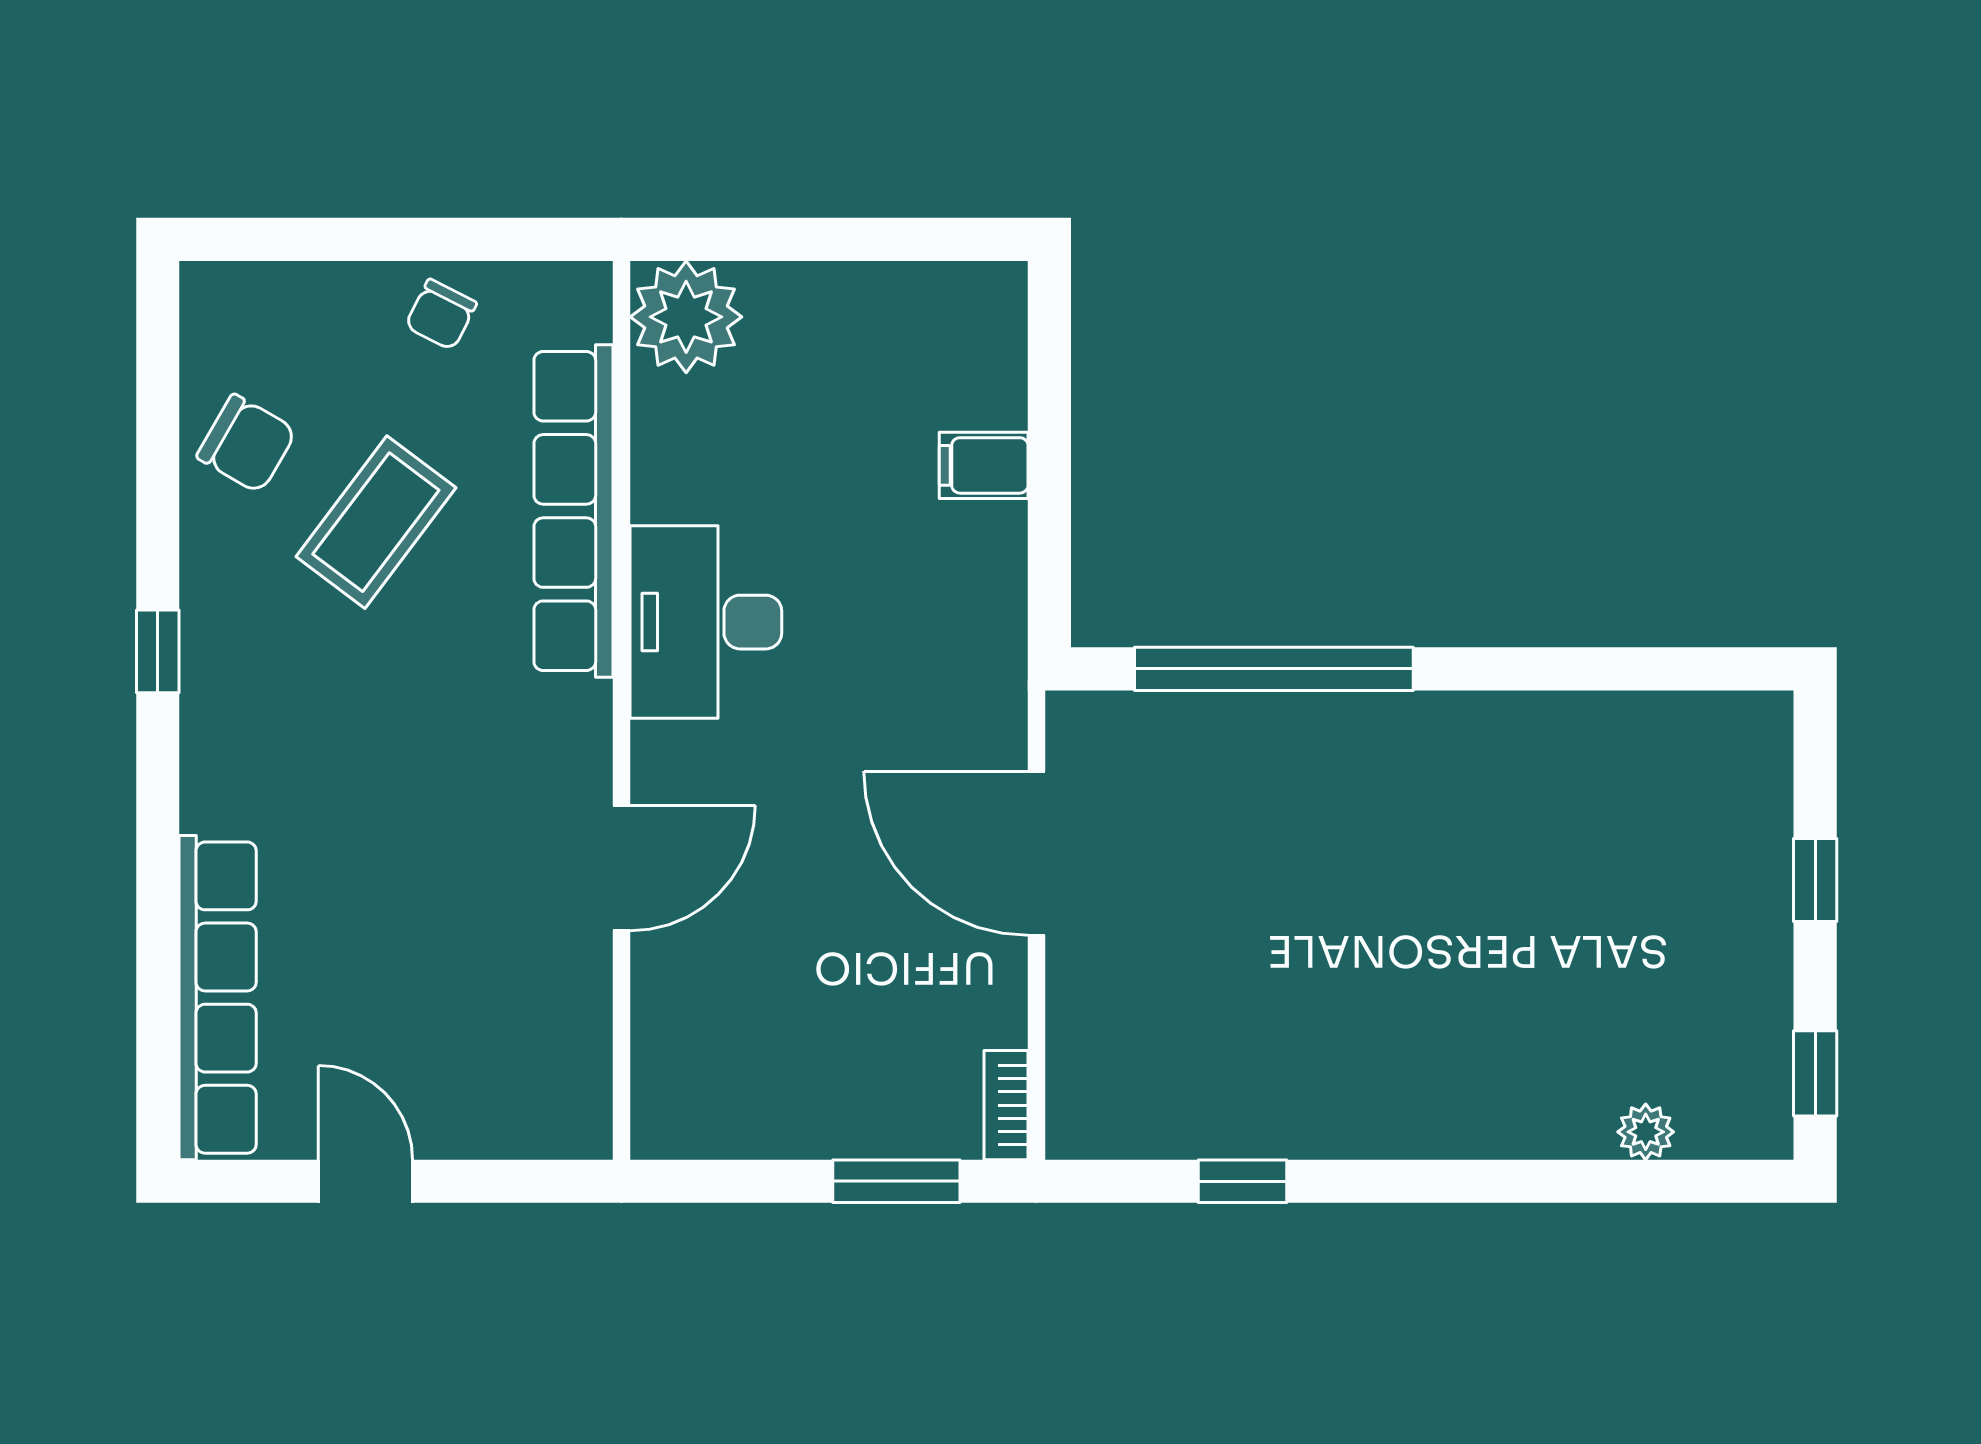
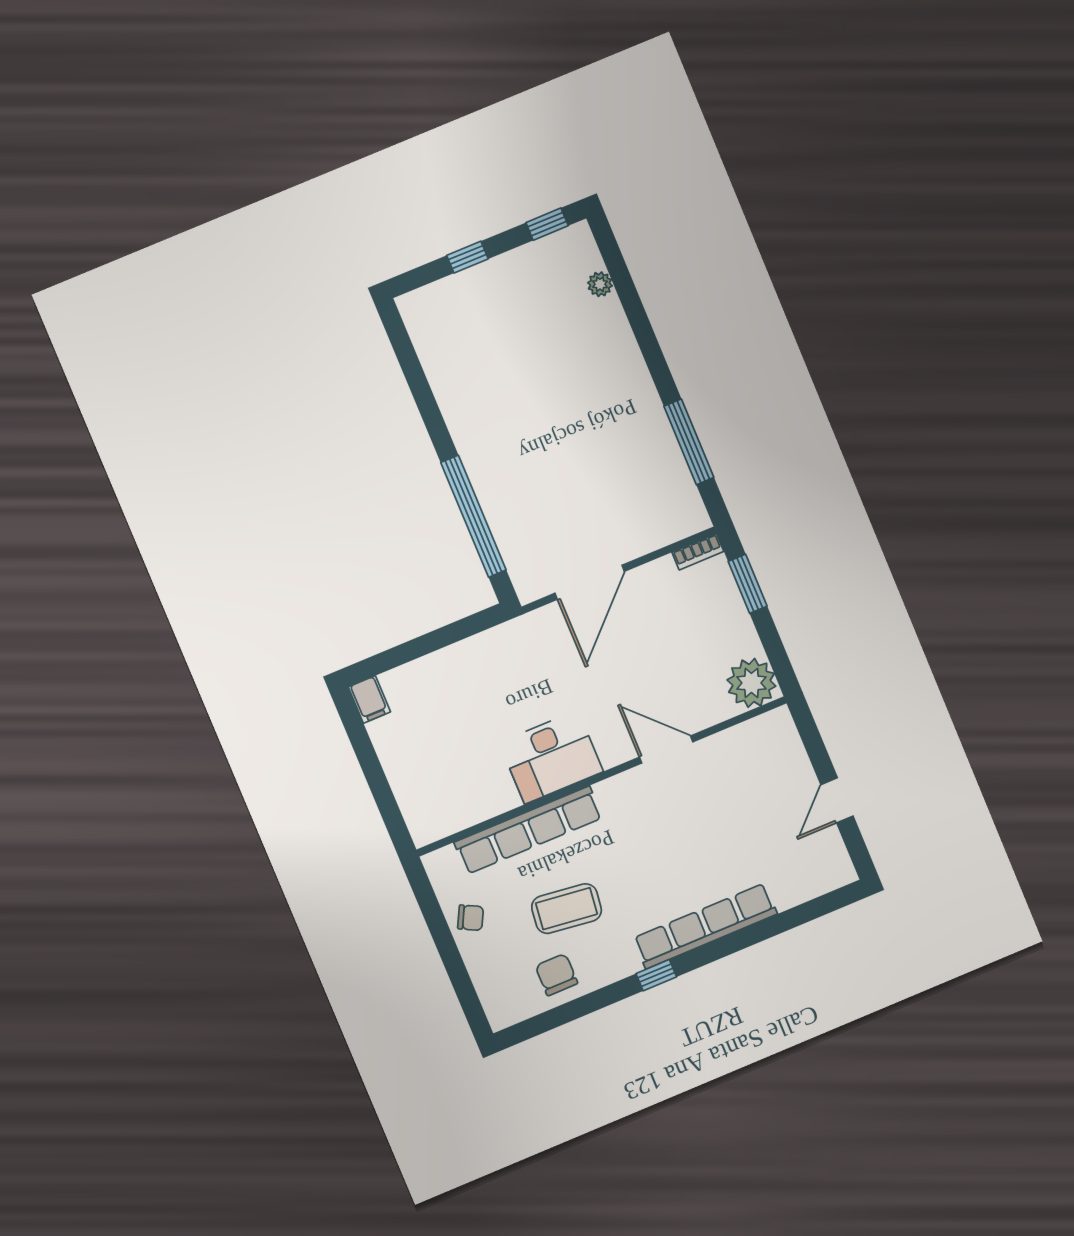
plant: (686, 317) -> (751, 683), moved
chair: (247, 444) -> (556, 975), turned -30
filing cabinet: (984, 465) -> (369, 699), moved
coffee table: (376, 522) -> (567, 909), turned -30
row of seats: (218, 998) -> (705, 926), moved
window: (1242, 1181) -> (689, 442), width x2.17

